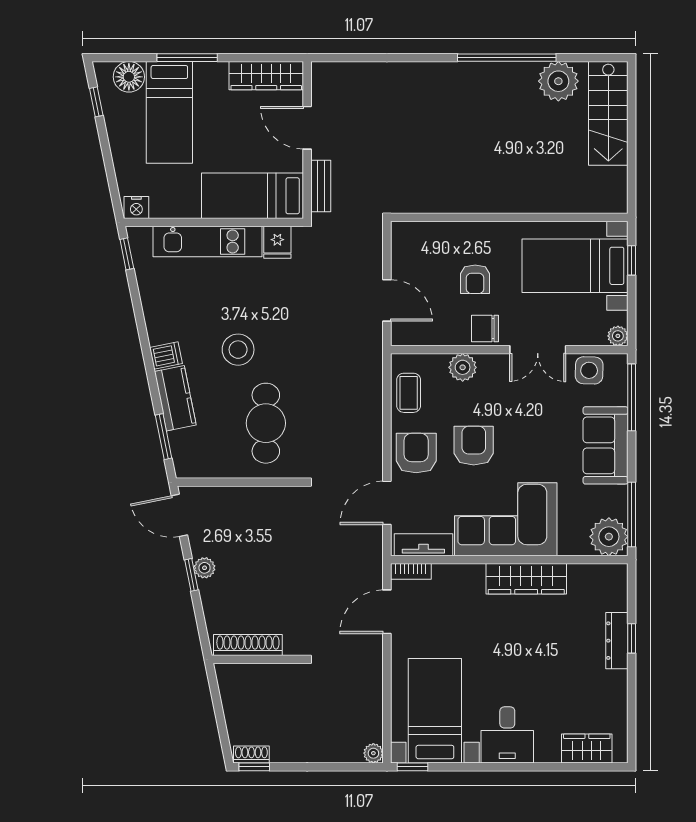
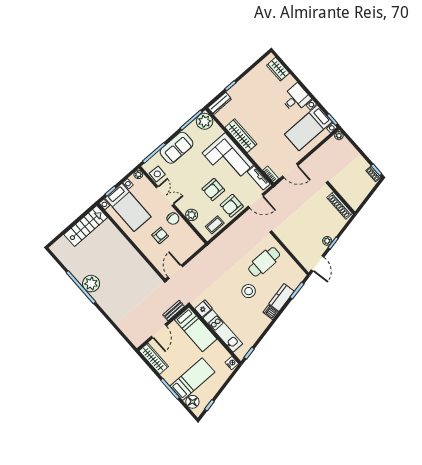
plant: (558, 81) -> (91, 284), moved
stairs: (608, 113) -> (86, 226), moved
door: (387, 300) -> (175, 272), moved
dresser: (617, 641) -> (220, 103), moved

